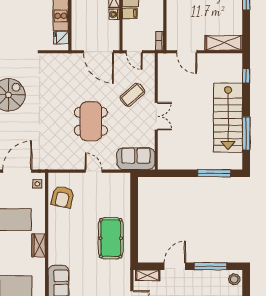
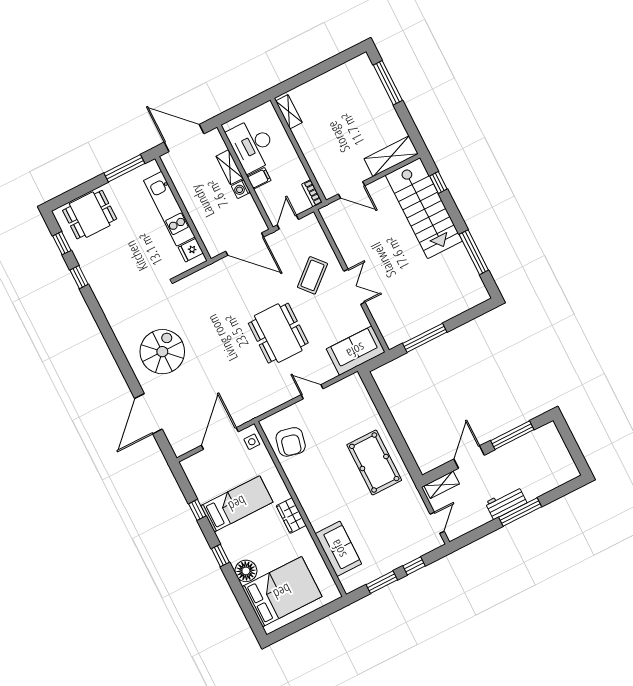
door: (134, 52) -> (288, 222), swing flipped
stairs: (228, 118) -> (424, 208), moved
window: (214, 173) -> (425, 338), moved
stool: (234, 279) -> (549, 436), removed

